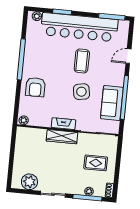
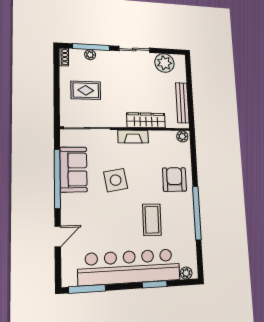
coffee table: (82, 61) -> (152, 220), moved
wardrobe: (62, 137) -> (146, 120), moved
bench: (19, 148) -> (182, 103), added

